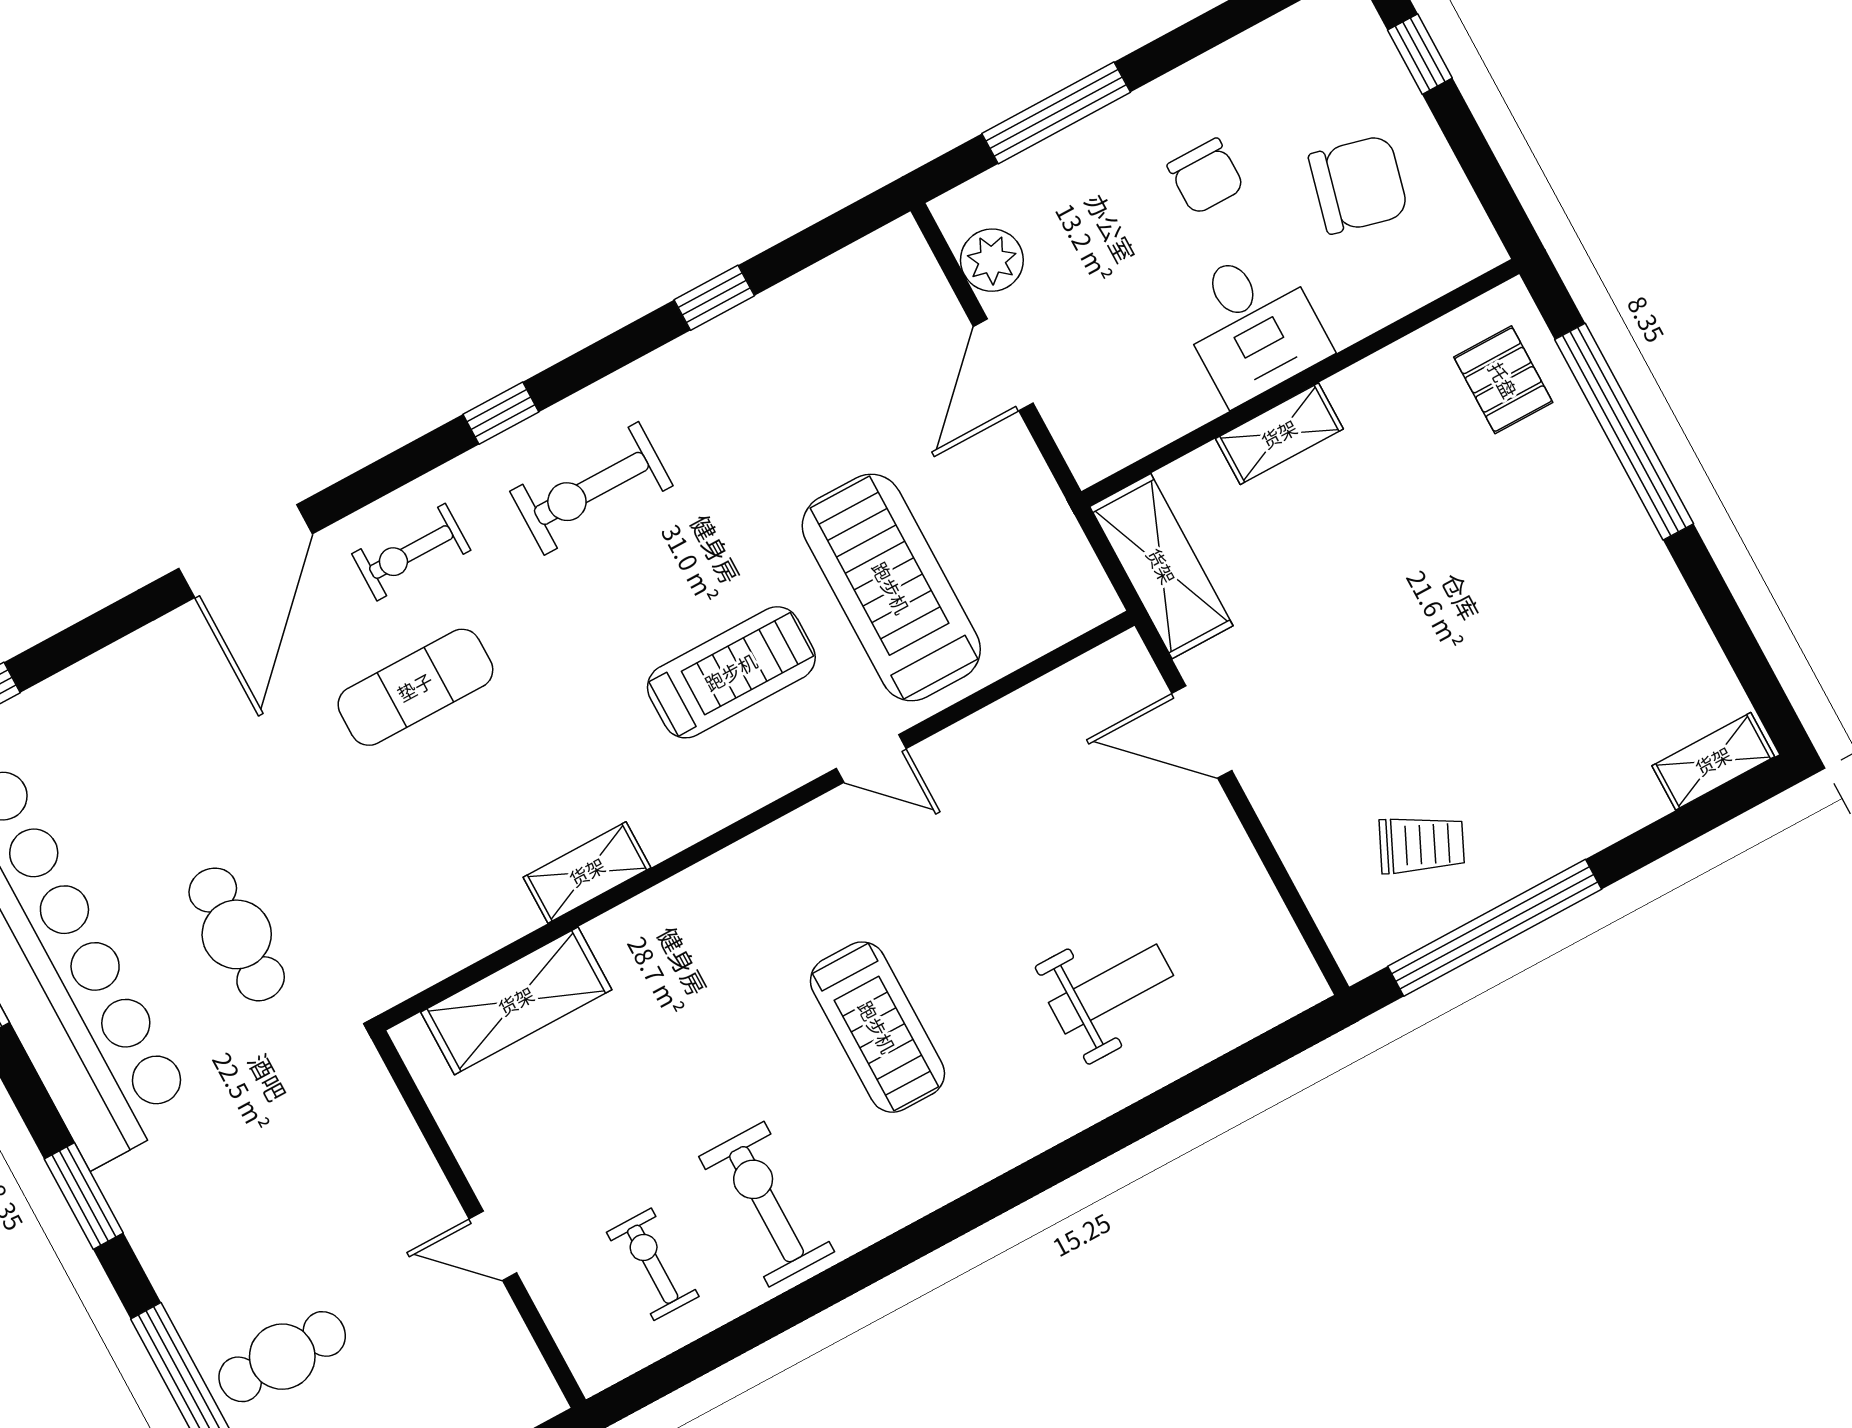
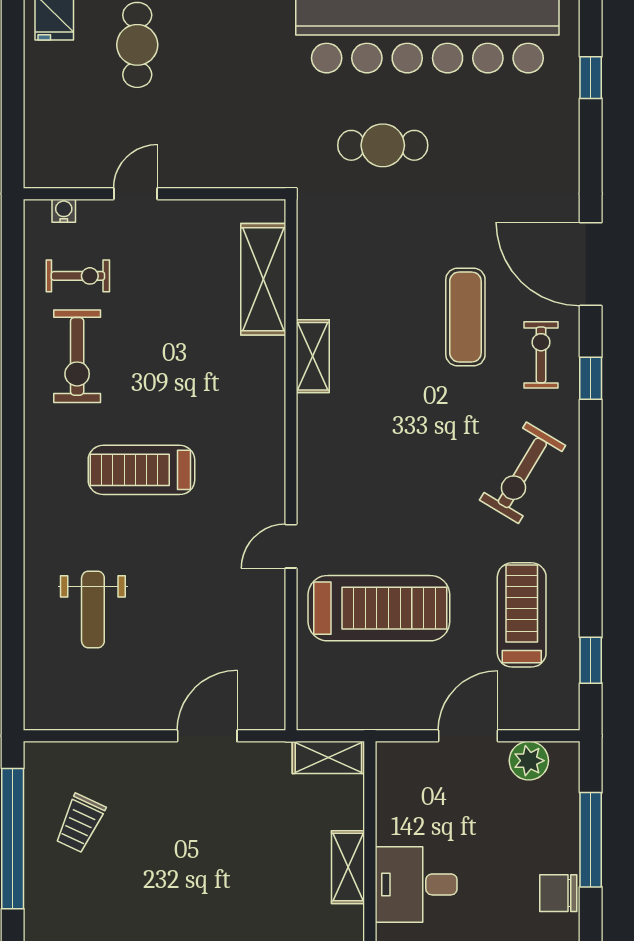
chair: (1206, 176) -> (558, 893), moved
window: (714, 298) -> (591, 660), moved
door: (1003, 365) -> (468, 736), hinge flipped
window: (501, 413) -> (591, 378), moved
exercise bike: (591, 488) -> (522, 473), turned -149
shelving: (1161, 566) -> (328, 757), width x0.67, depth x0.75
treadmill: (731, 672) -> (522, 615), moved, turned 180
exercise bike: (767, 1204) -> (77, 356), turned 90
water cooler: (572, 1334) -> (64, 211), added

